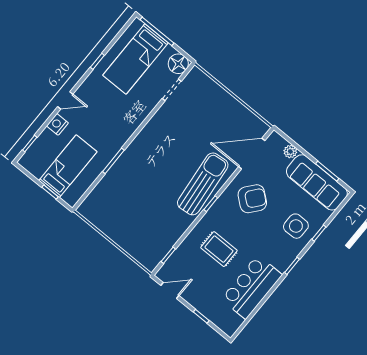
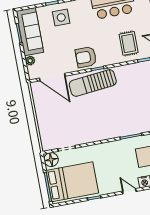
bed: (135, 59) -> (72, 182), width x1.50
armchair: (252, 199) -> (86, 57), moved, turned -39
rug: (219, 249) -> (129, 43), moved

